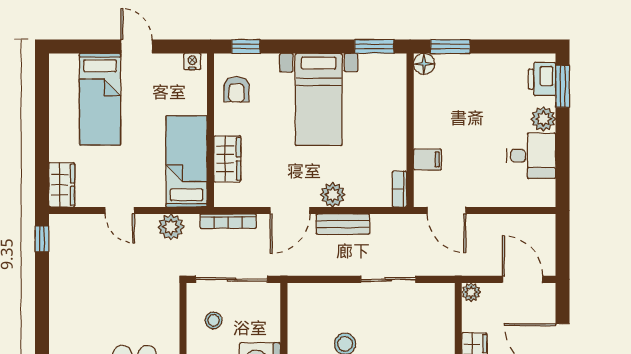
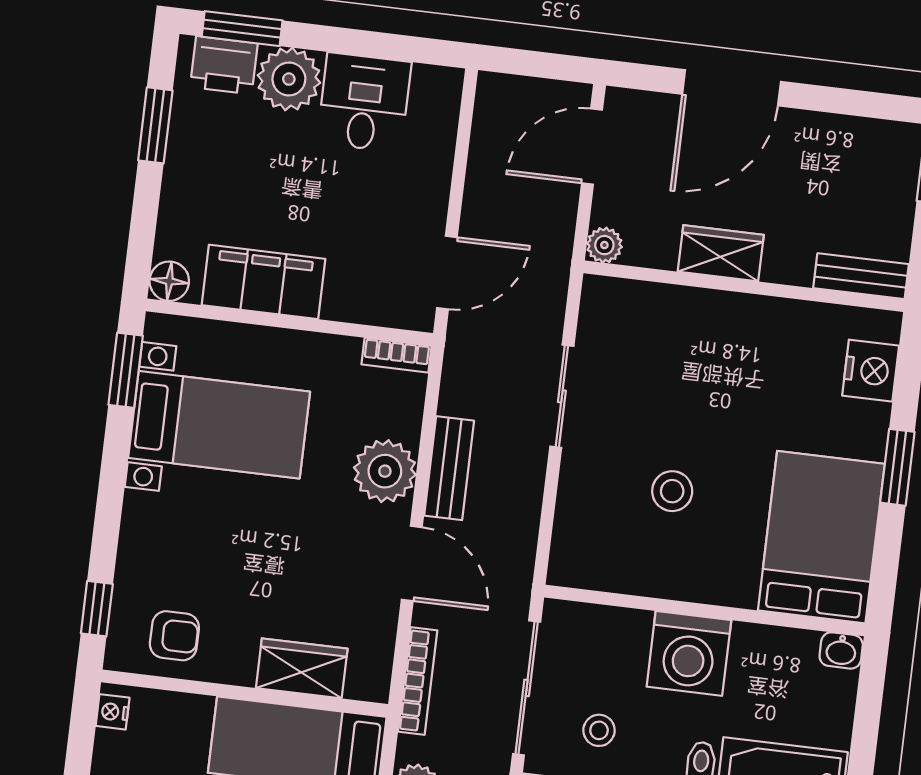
window: (450, 46) -> (155, 125), moved
bed with nightstands: (319, 99) -> (219, 425), moved
plant: (543, 119) -> (289, 79), width x1.36, depth x1.36
filing cabinet: (427, 159) -> (263, 282), moved, width x3.00, depth x1.17
plant: (333, 195) -> (385, 471), width x1.36, depth x1.36

